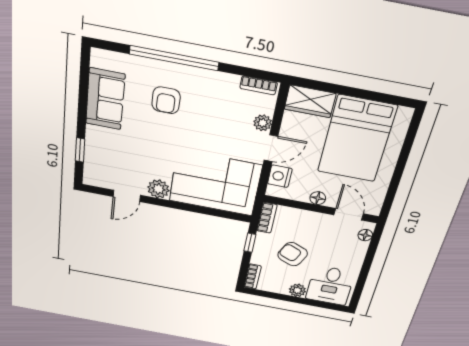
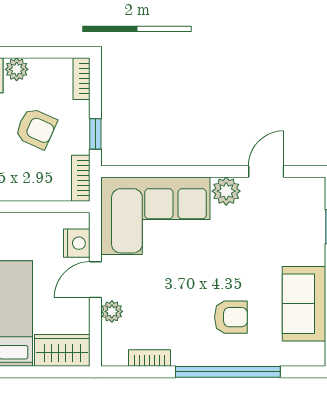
bookcase: (259, 85) -> (149, 358), moved
armchair: (166, 100) -> (231, 317), turned 90
floor lamp: (318, 198) -> (23, 222), removed

